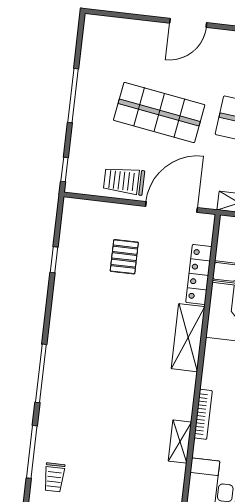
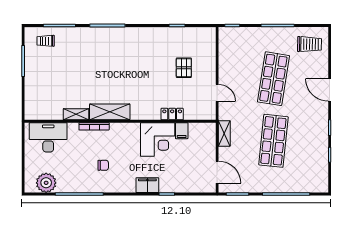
trolley: (124, 181) -> (309, 44), moved, turned 91
door: (172, 207) -> (217, 93), width x0.53
pallet: (124, 257) -> (184, 68), turned 90
locker: (199, 274) -> (172, 114), width x0.66
shelving: (188, 338) -> (110, 112), moved

